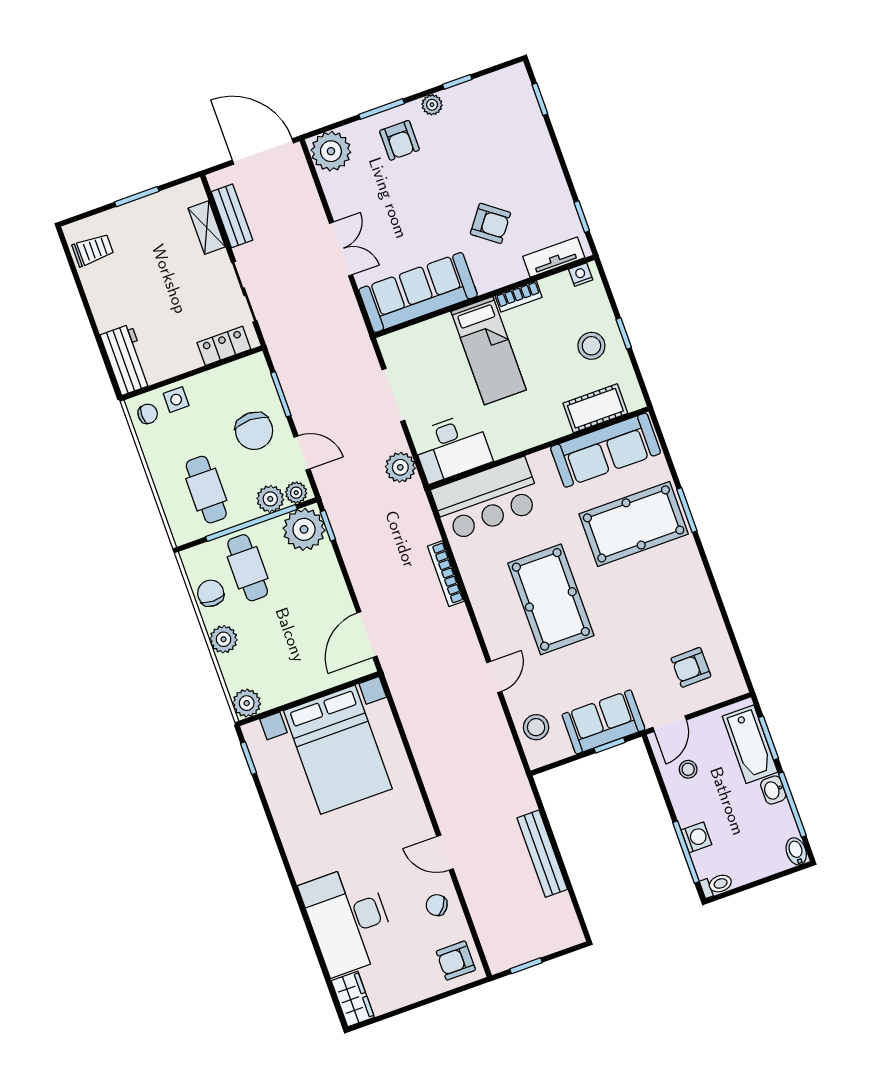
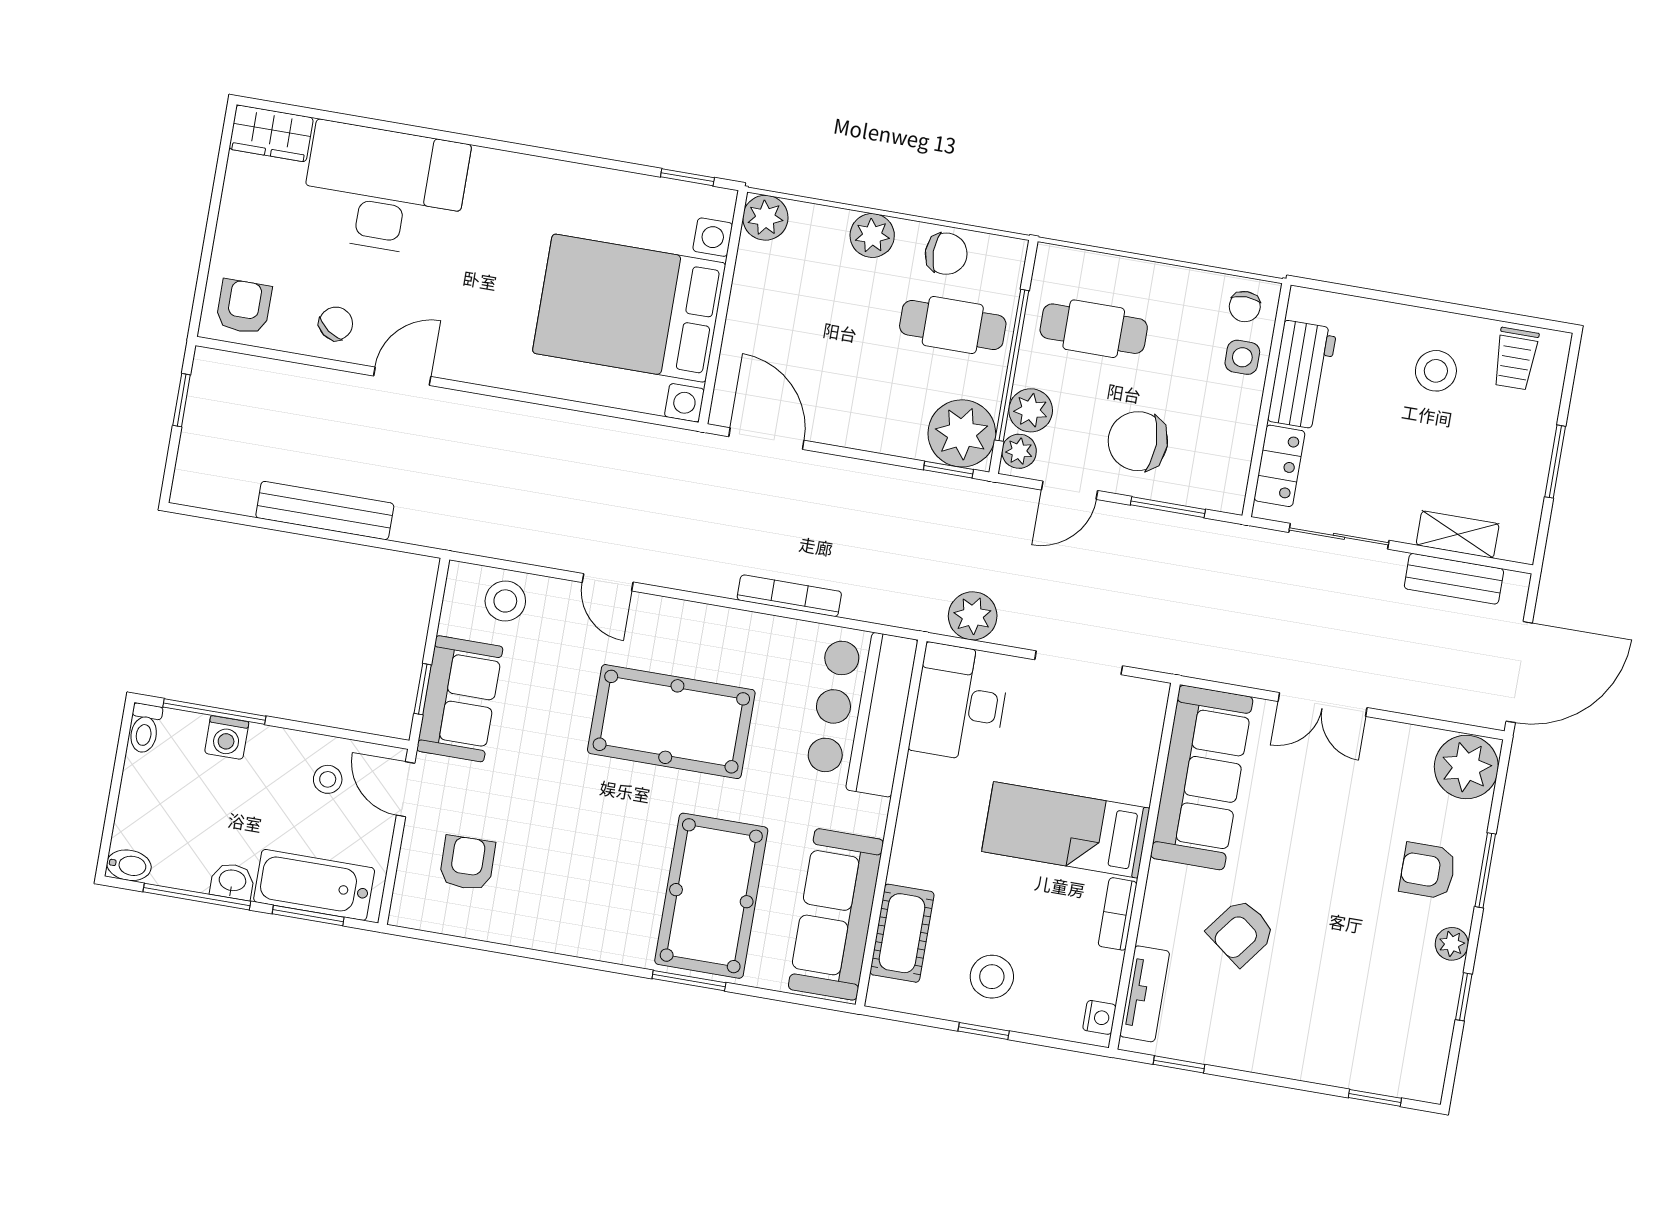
stool: (124, 290) -> (1436, 371), added
workbench: (126, 360) -> (1302, 375), moved, turned -90

